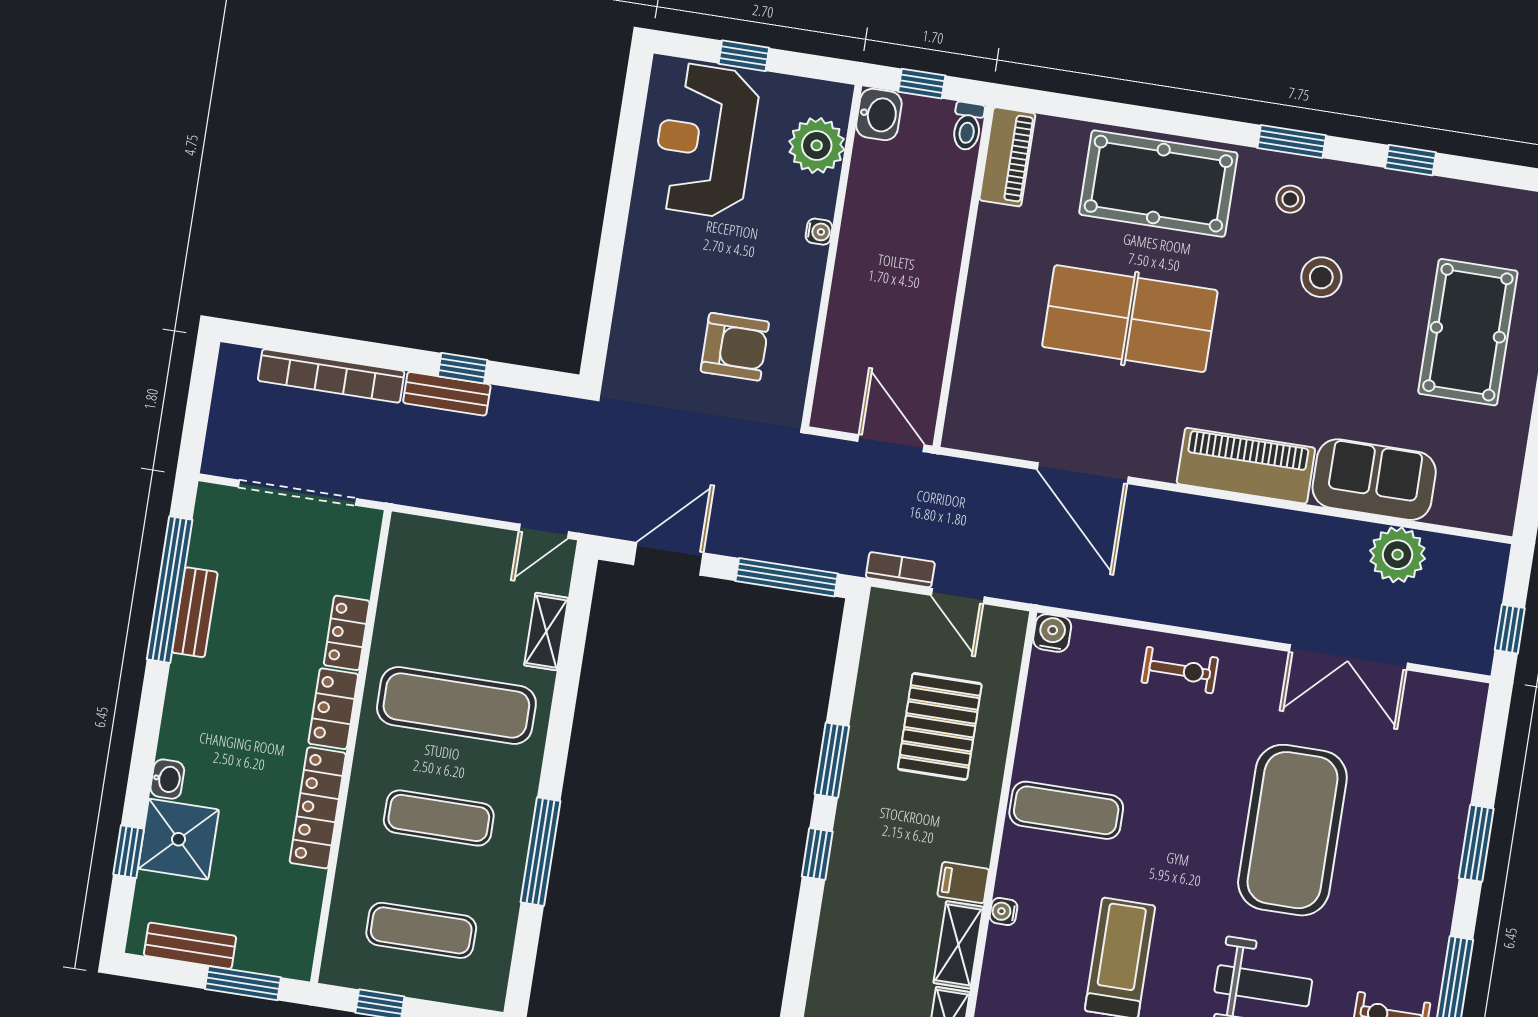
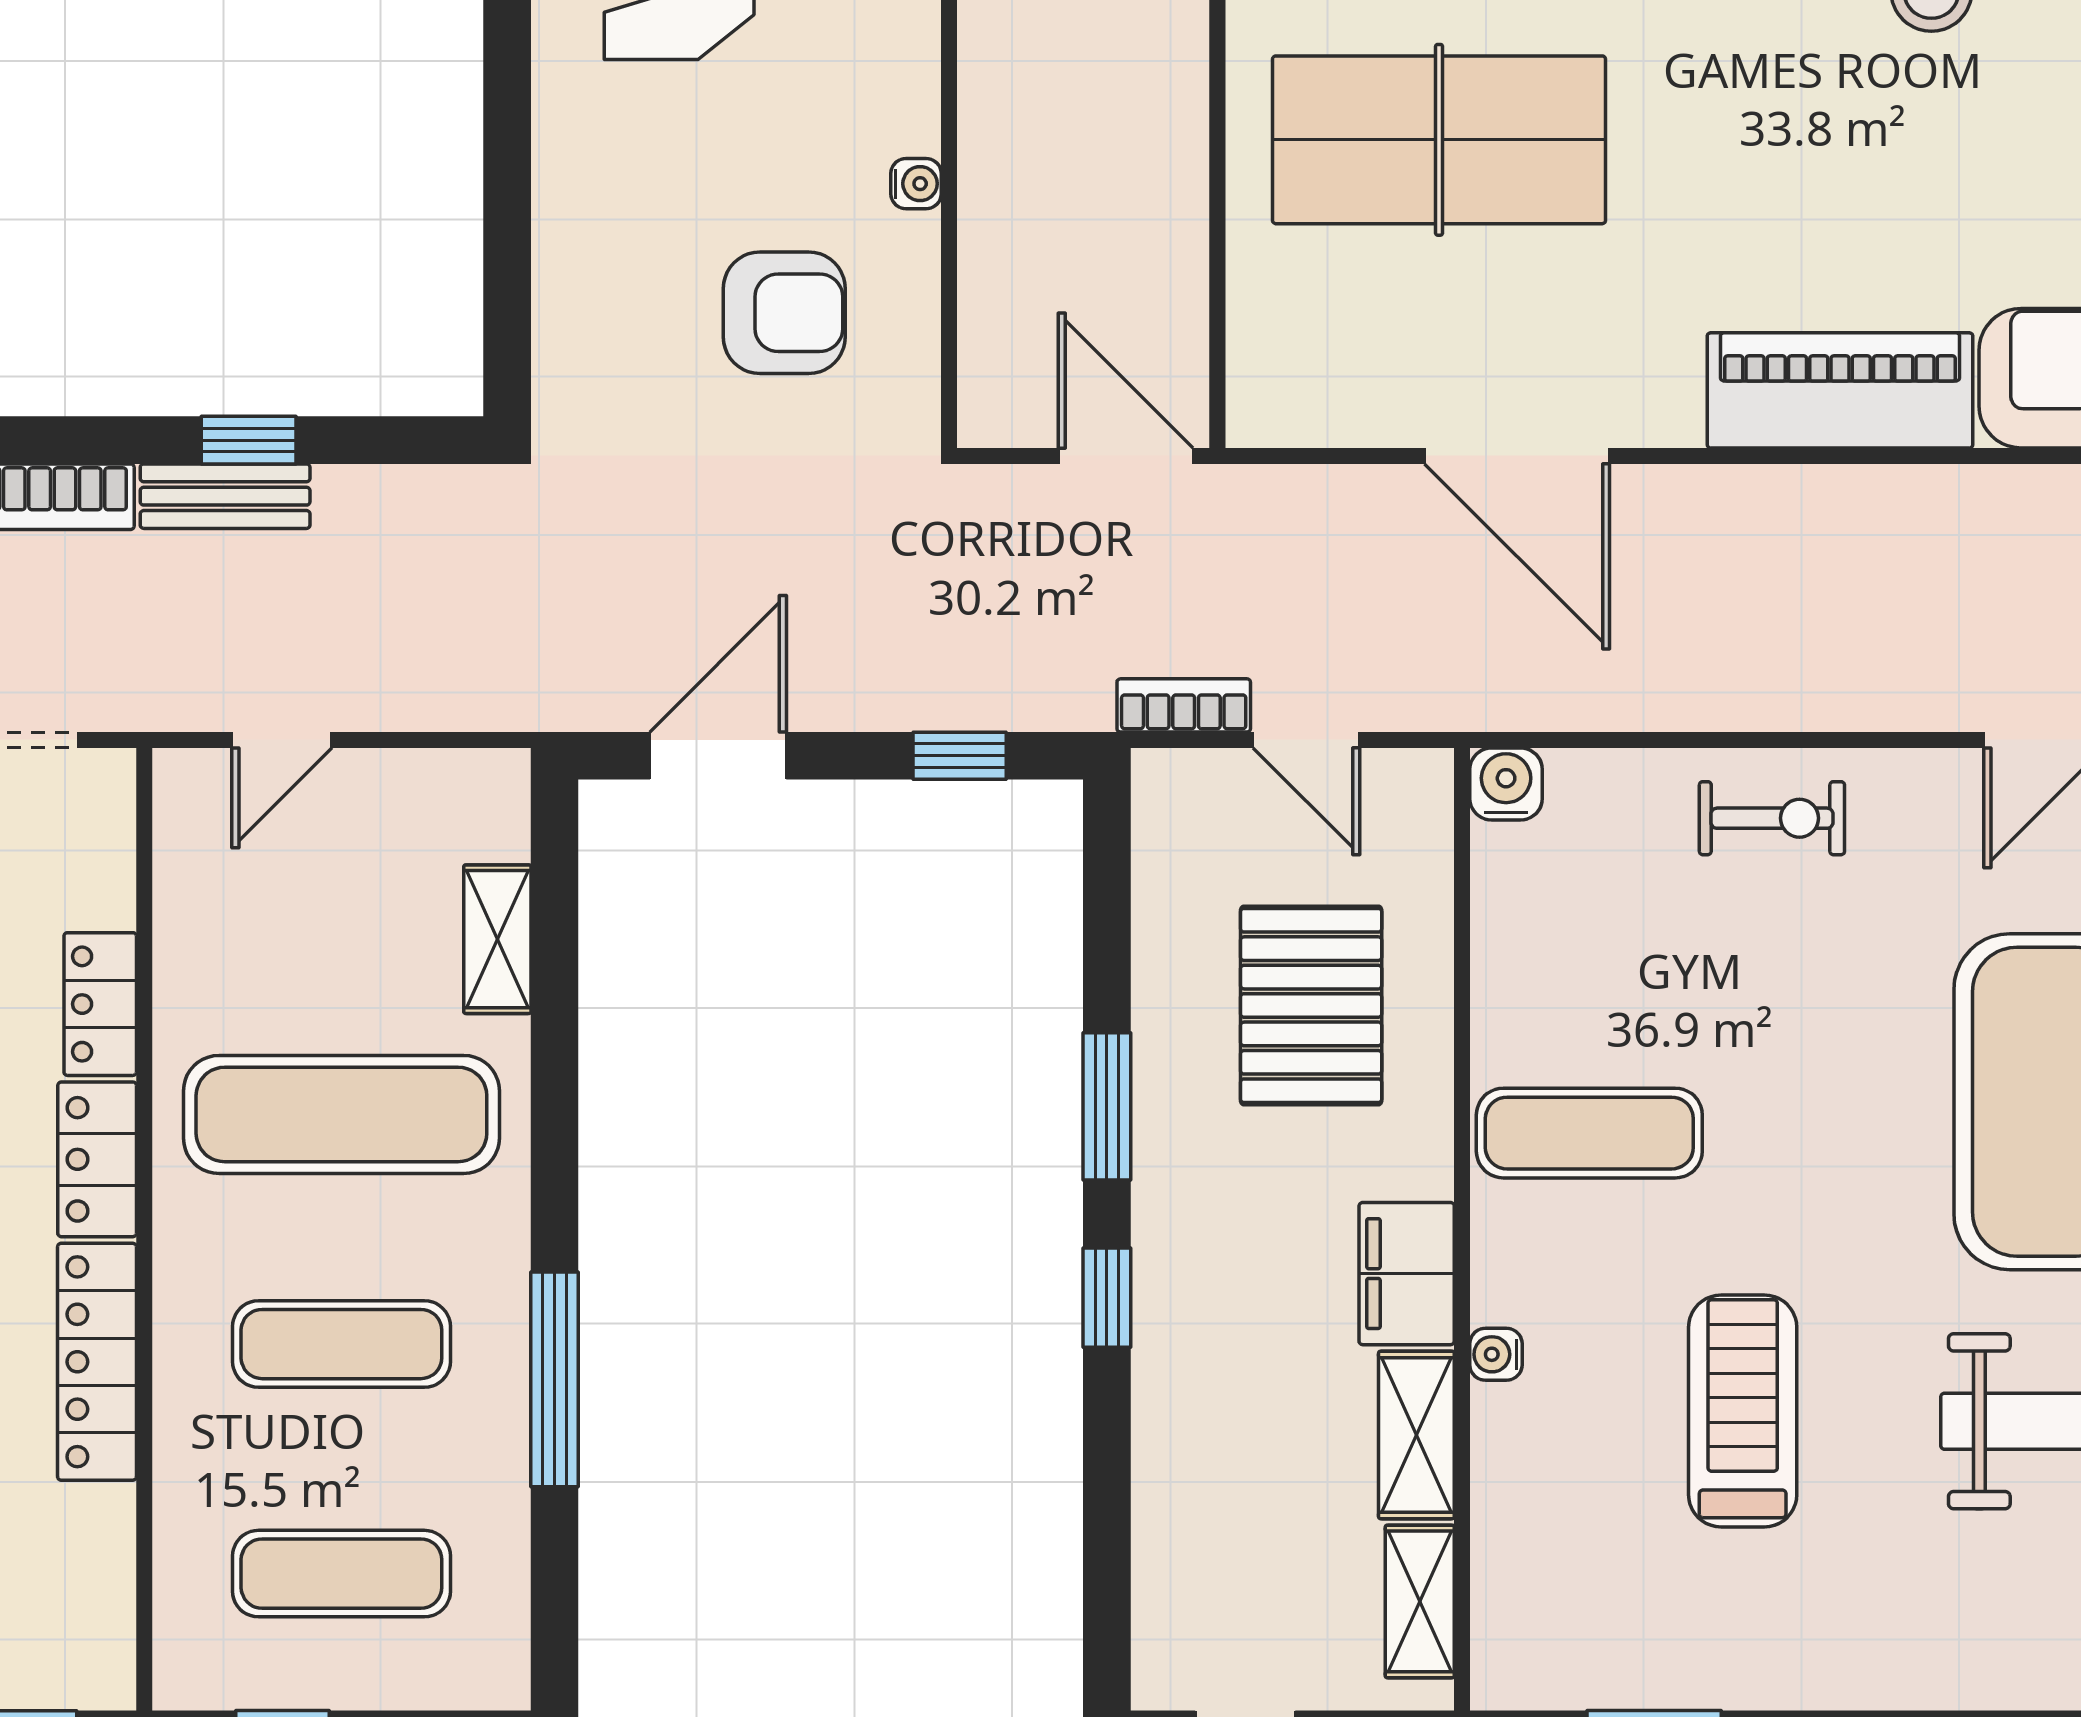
water cooler: (819, 232) -> (916, 184), moved
table tennis table: (1130, 319) -> (1439, 140), moved
door: (544, 531) -> (282, 740), moved
window: (787, 577) -> (960, 756), width x0.46
filing cabinet: (963, 883) -> (1407, 1274), width x2.00

